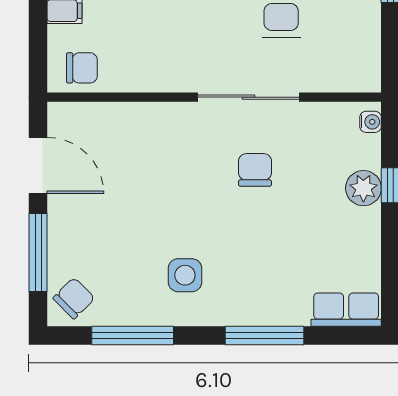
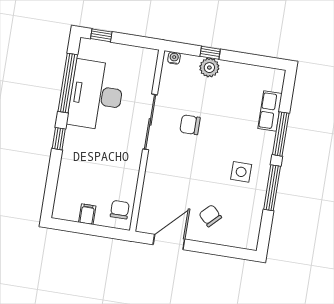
window: (38, 252) -> (216, 249), removed
chair: (74, 298) -> (210, 216), moved
row of seats: (346, 310) -> (270, 111), moved
window: (133, 336) -> (272, 188), moved

